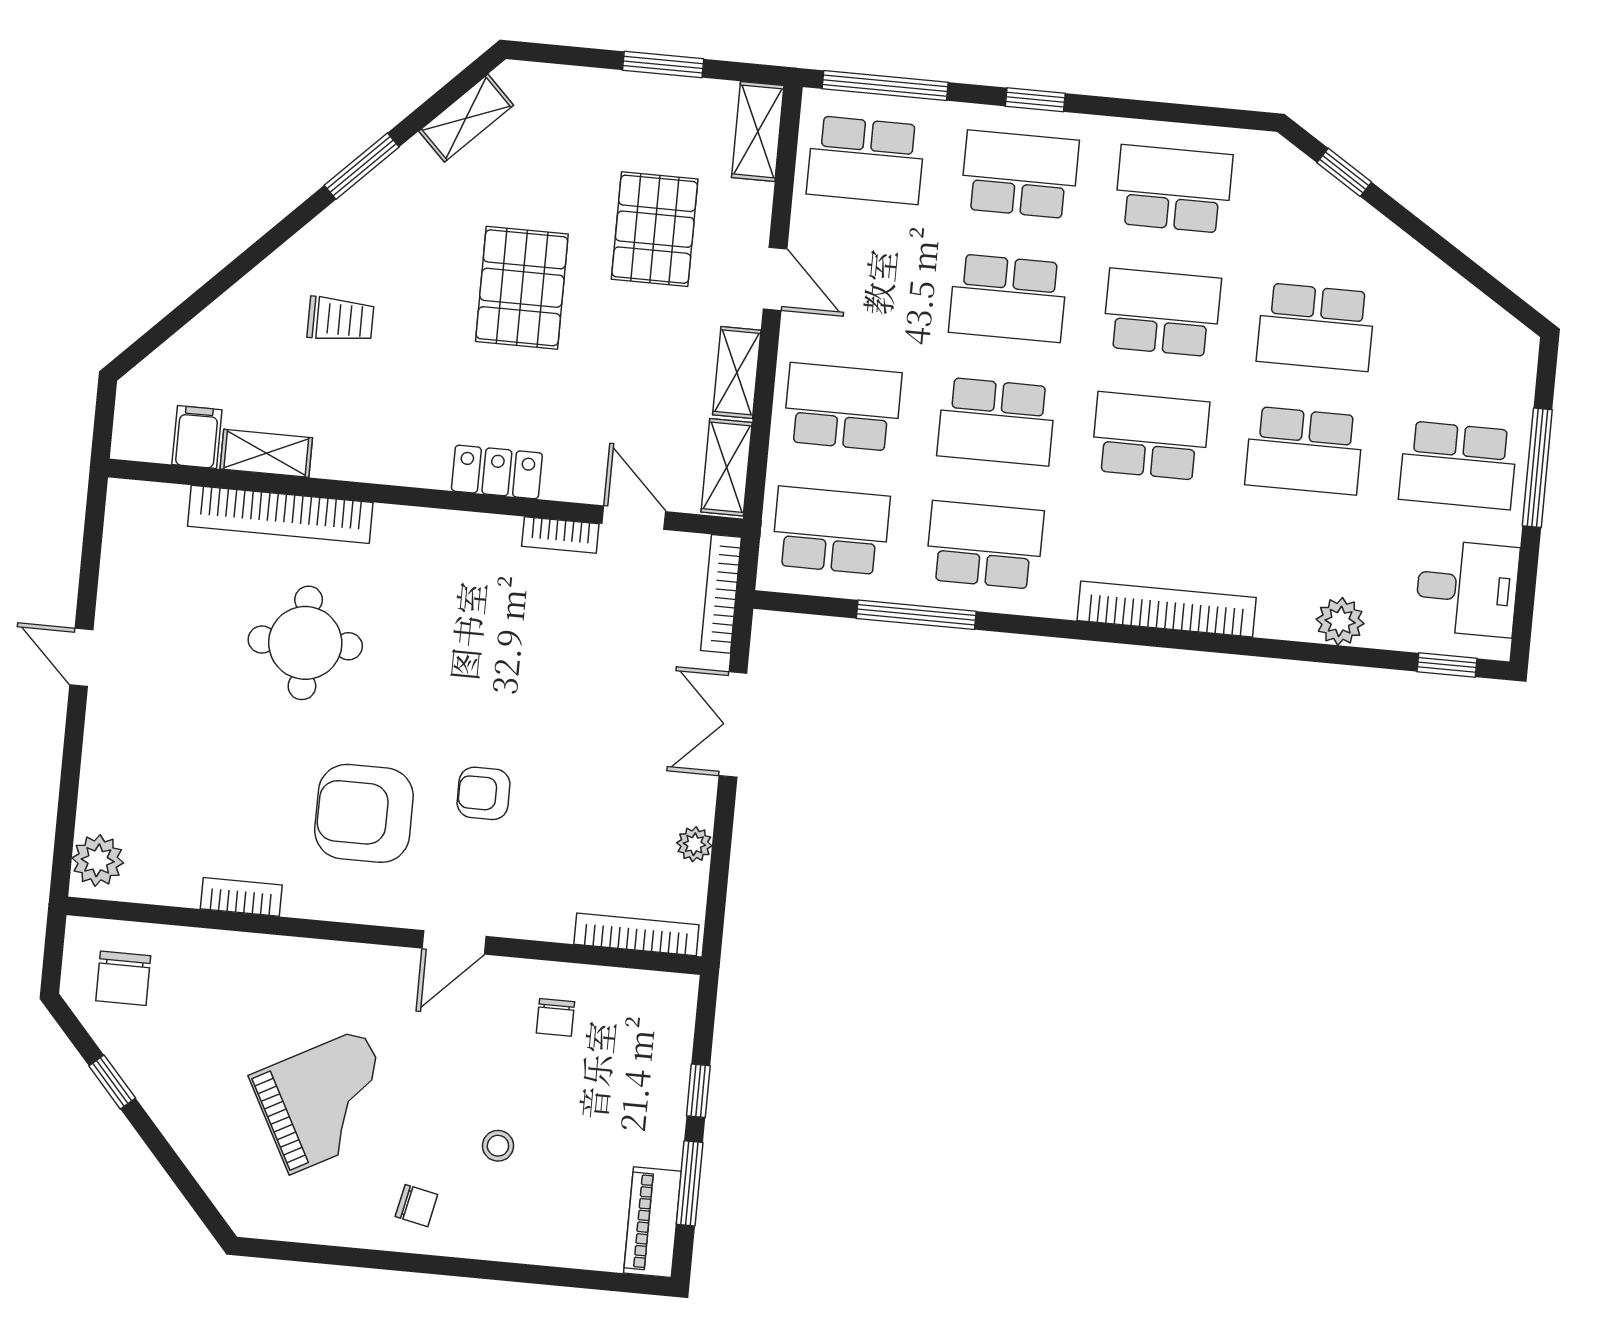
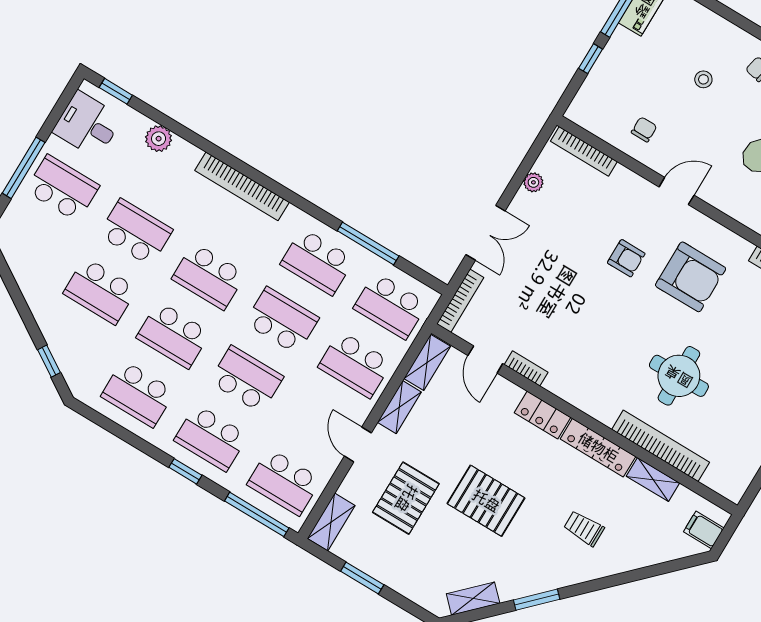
school desk: (866, 160) -> (284, 482), turned 180
pallet: (522, 288) -> (486, 501), turned 90
school desk: (1316, 327) -> (100, 291), turned 180
filing cabinet: (197, 437) -> (704, 530), moved, turned 90
locker: (381, 462) -> (598, 448), added

